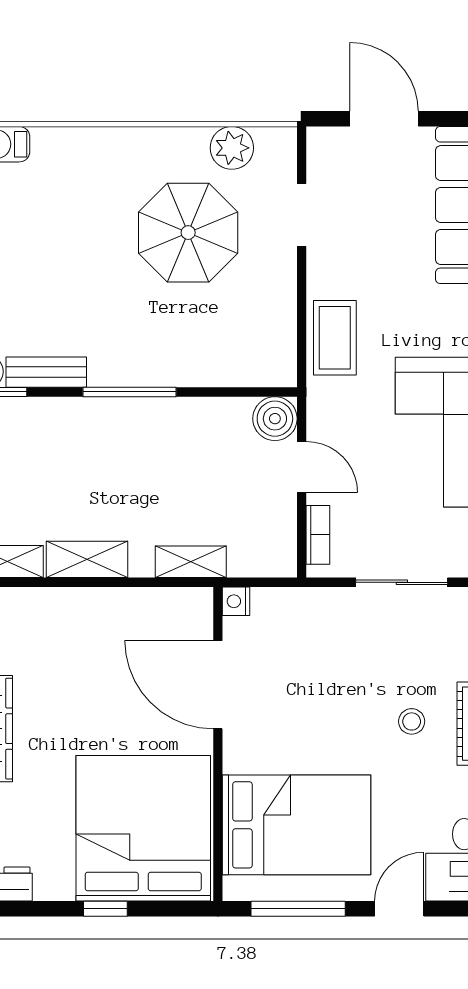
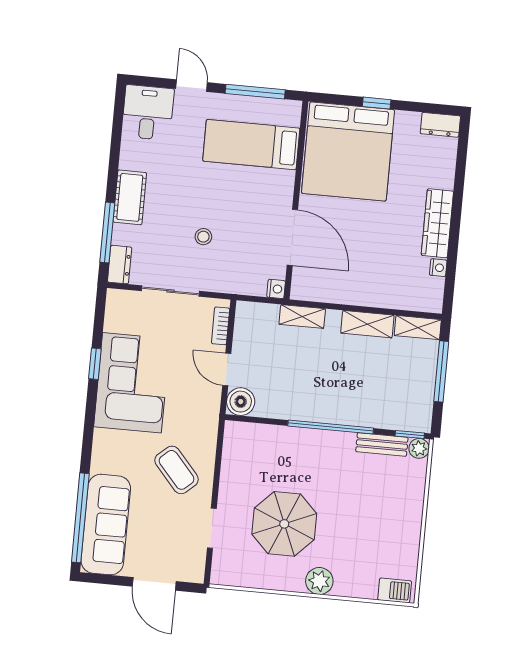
plant: (232, 148) -> (319, 581), moved
coffee table: (335, 338) -> (177, 470), moved, turned -41
window: (129, 392) -> (331, 427), width x1.46
stool: (412, 721) -> (203, 237), moved
bed: (297, 825) -> (251, 145), width x0.67
door: (399, 909) -> (192, 86), swing flipped

